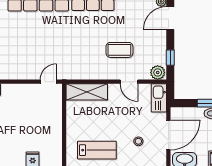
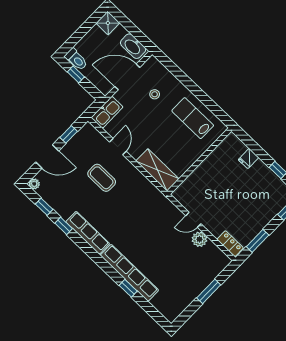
door: (170, 18) -> (47, 156), moved
plant: (158, 72) -> (199, 239), moved
door: (48, 82) -> (193, 220), moved

